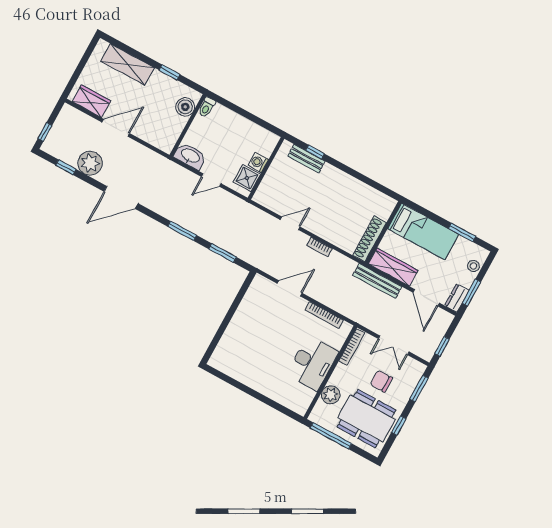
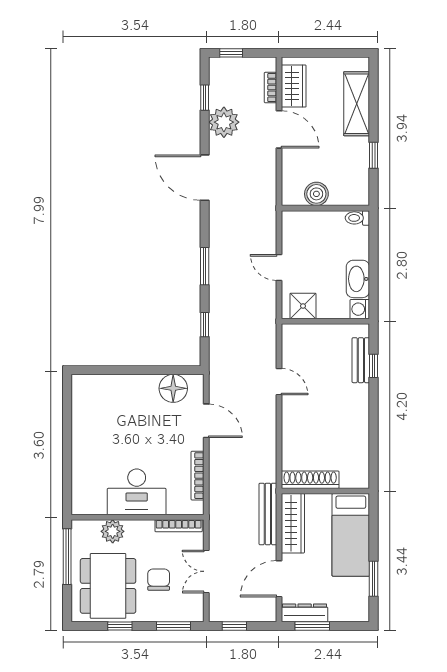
boiler: (185, 107) -> (316, 194), moved
washbasin: (190, 156) -> (358, 279), moved, turned 180
washing machine: (258, 162) -> (360, 309), moved, turned -90
bookcase: (319, 247) -> (270, 88), moved
window: (223, 253) -> (205, 325), width x0.67
stool: (473, 266) -> (343, 612), removed
dresser: (457, 298) -> (305, 613), width x1.44
floor lamp: (255, 299) -> (173, 388), added

